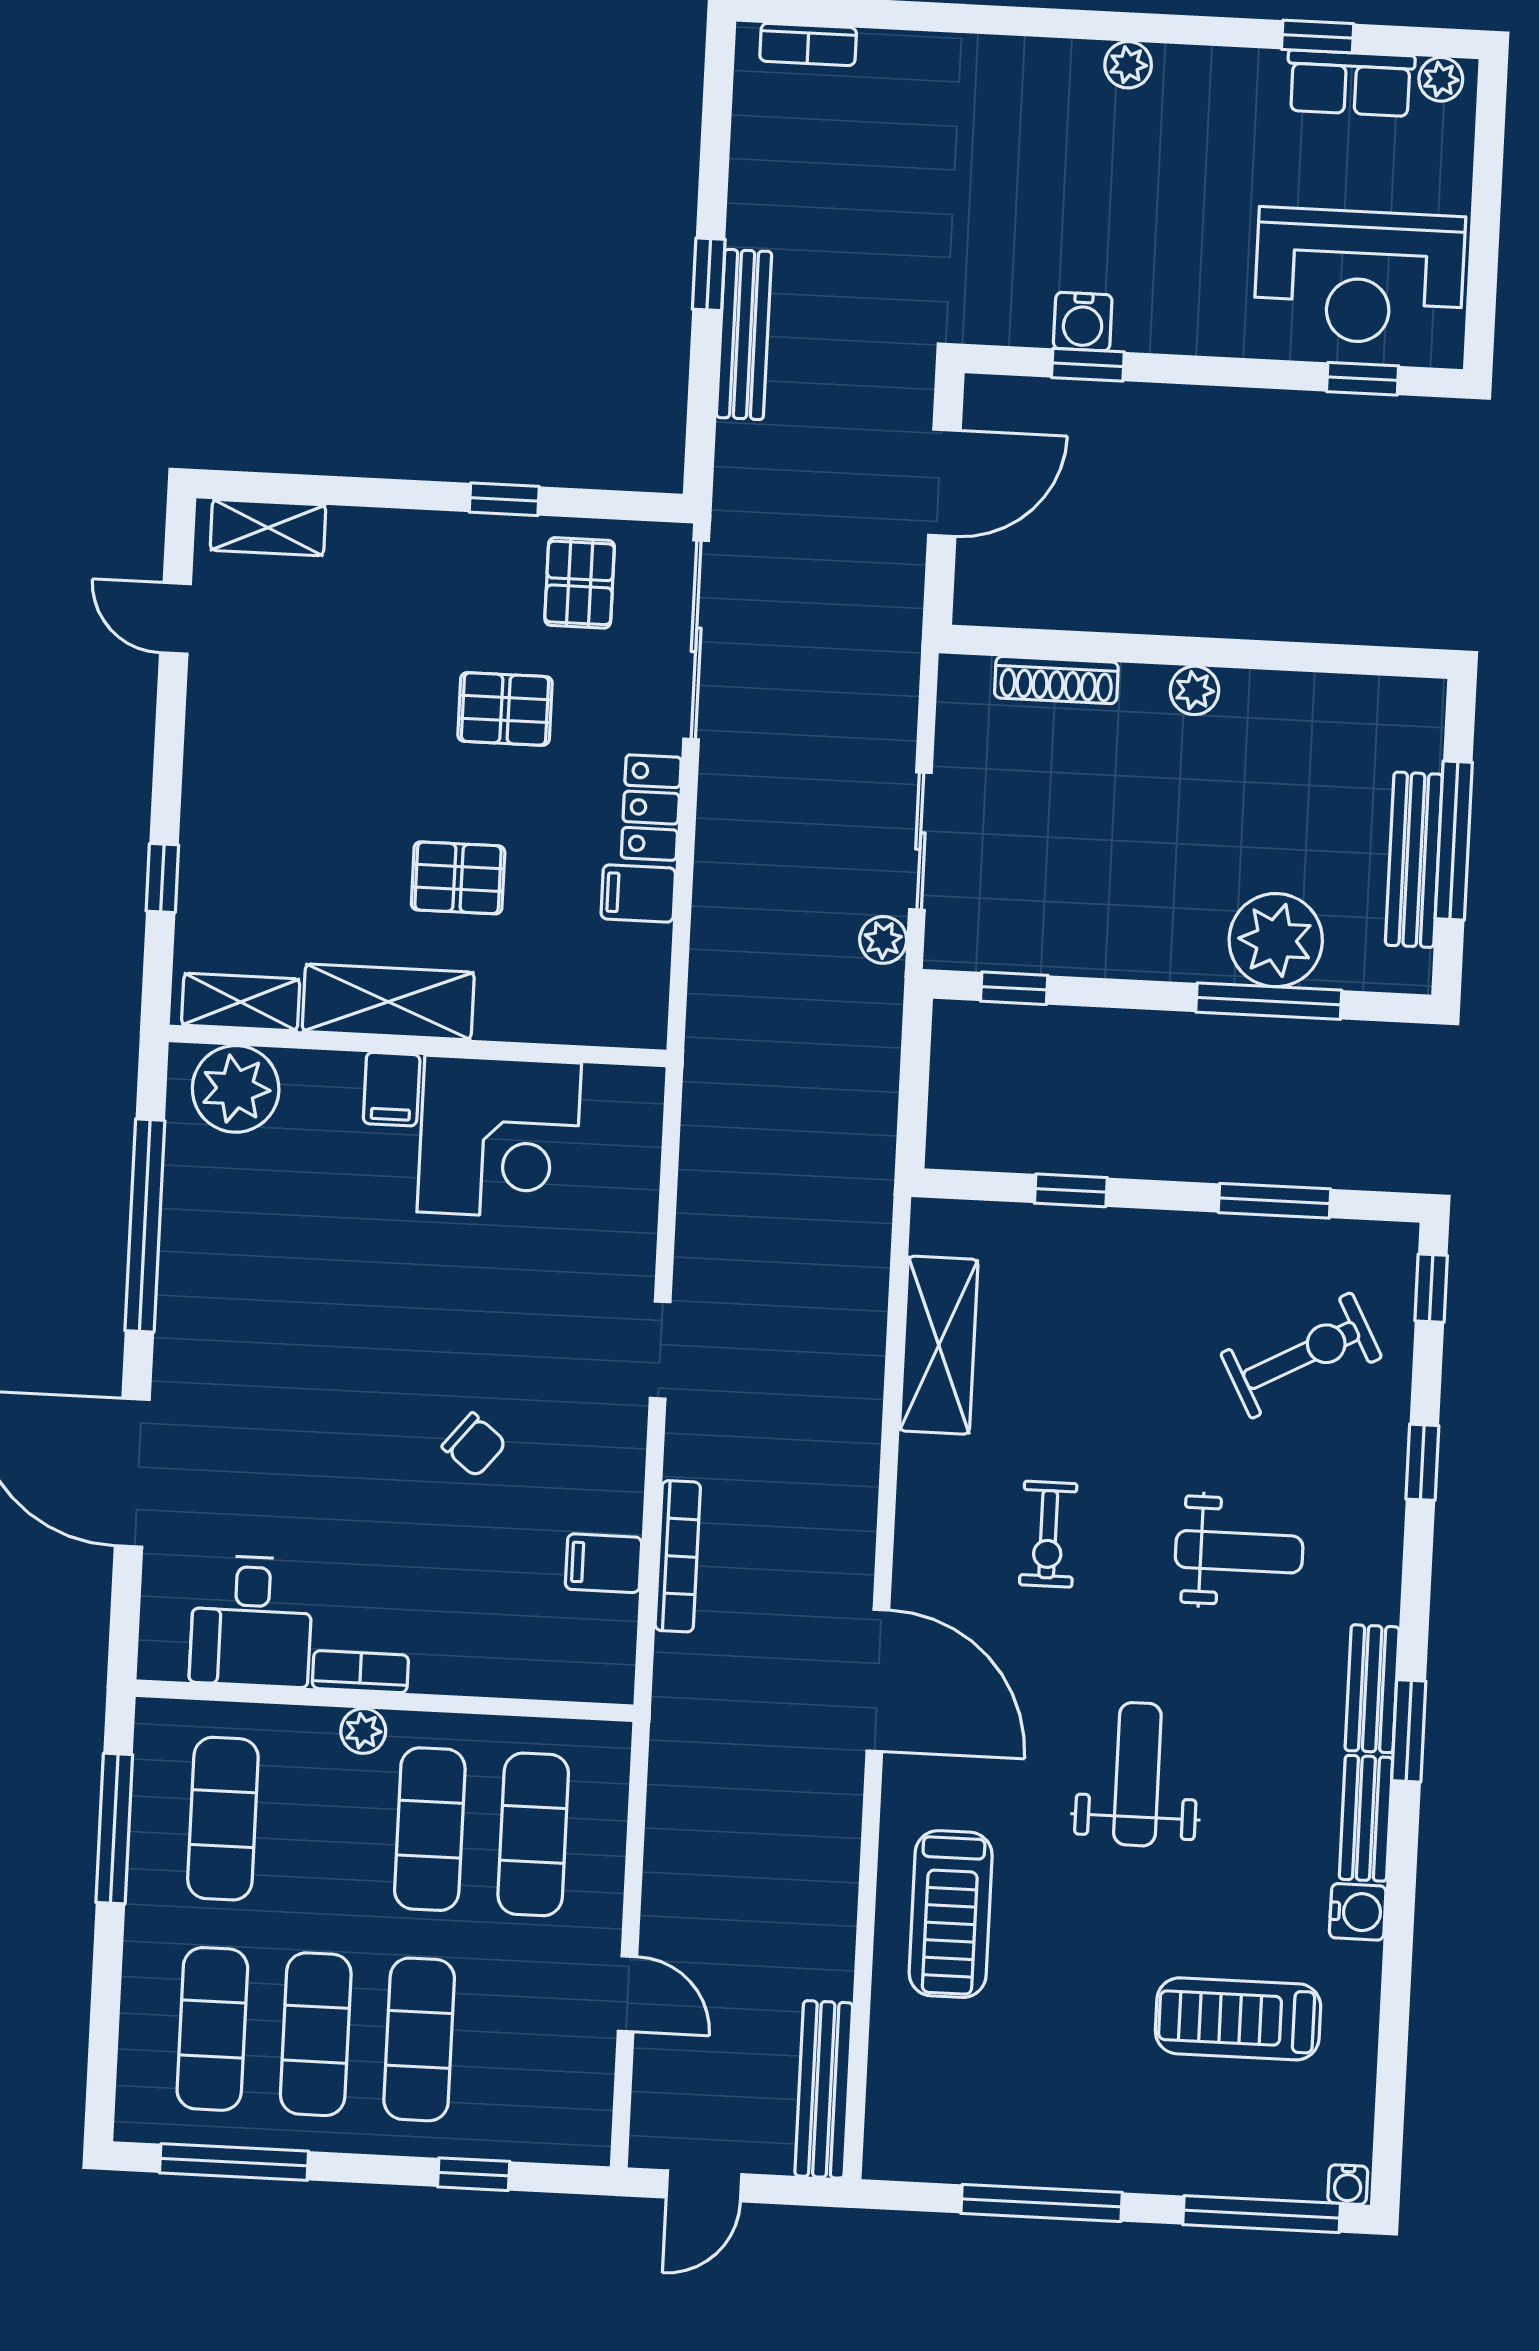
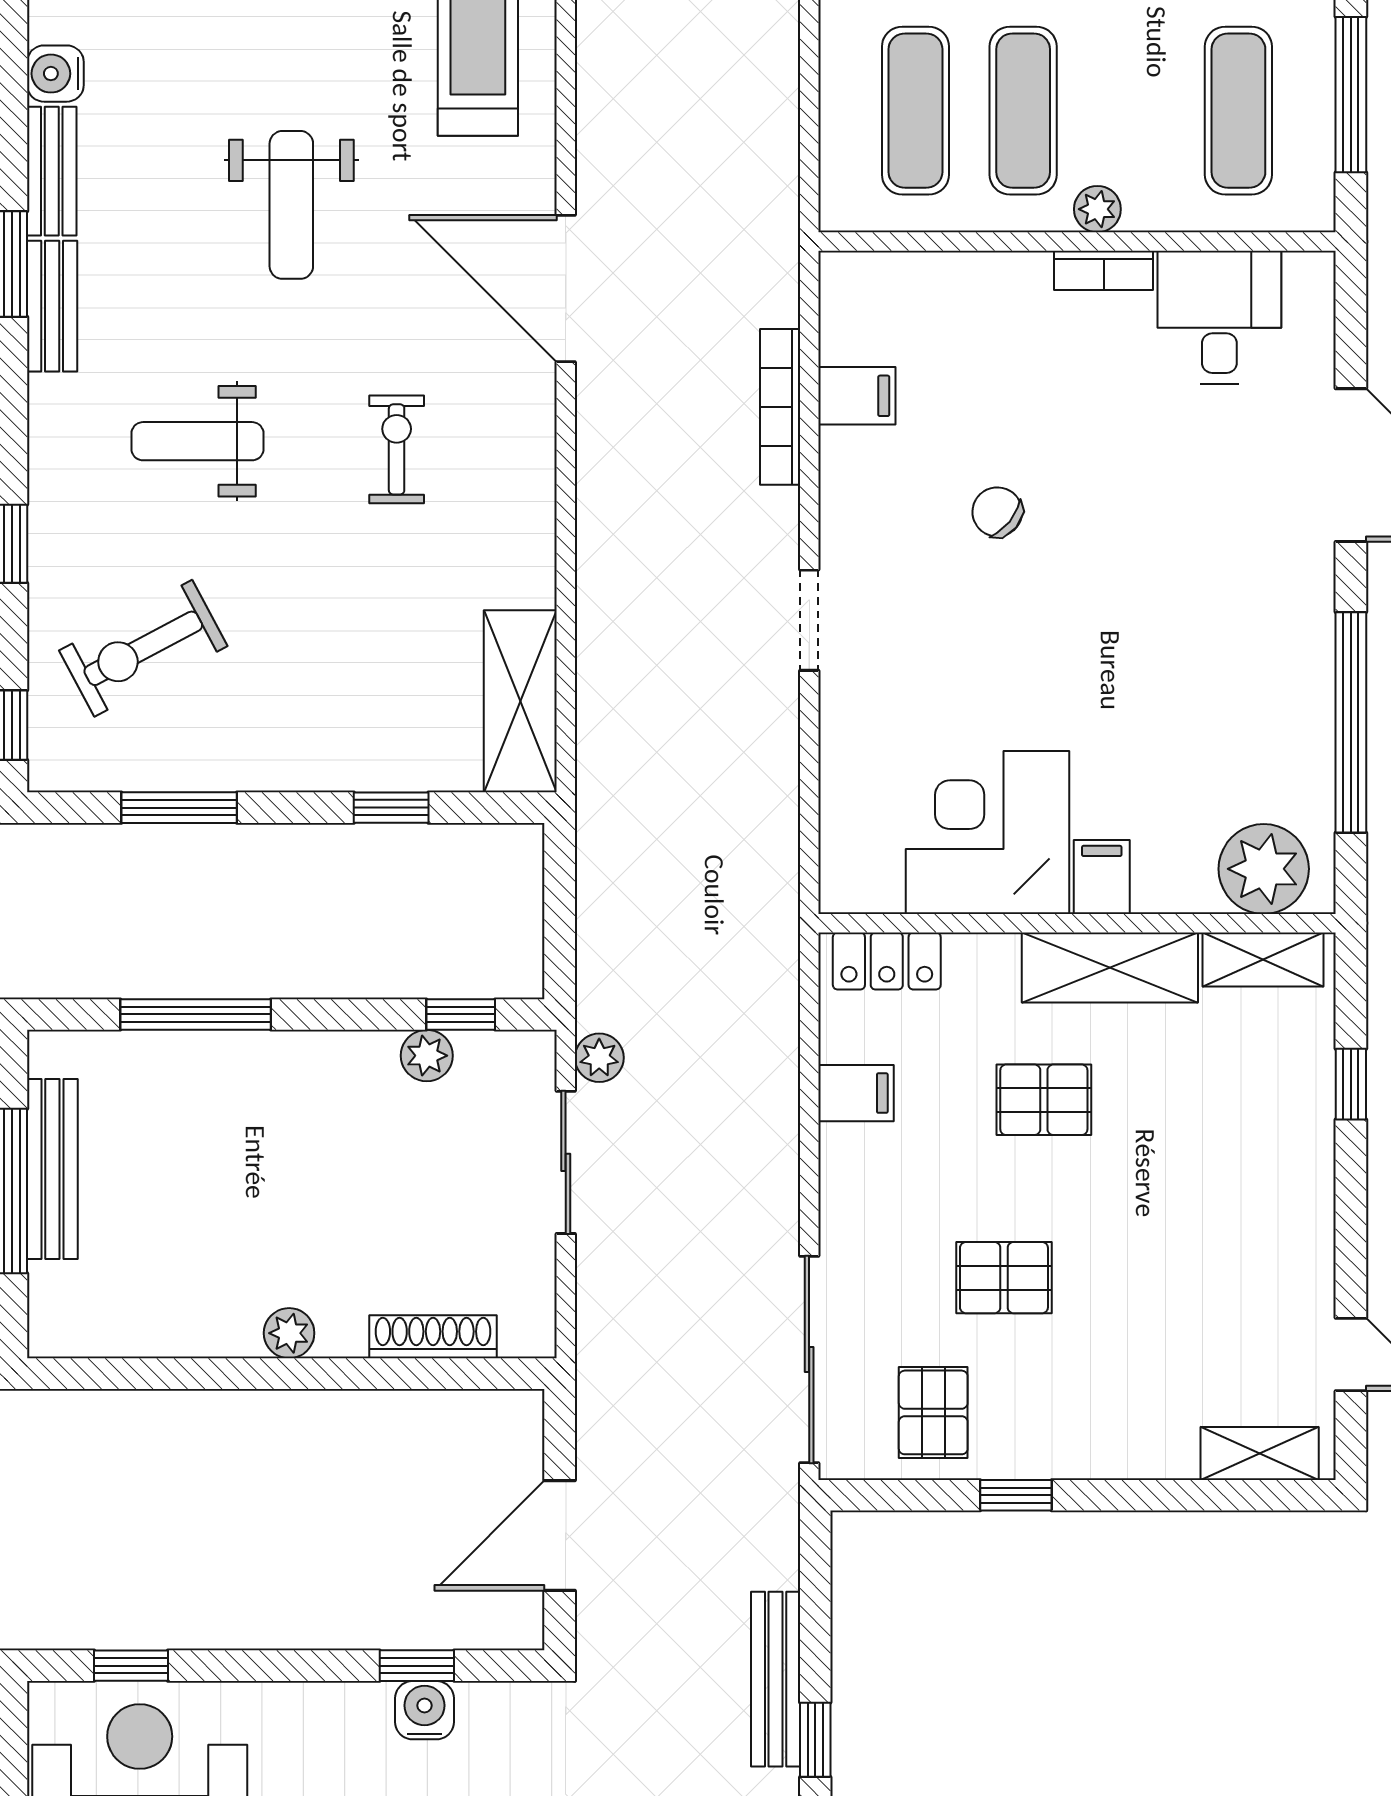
locker: (651, 808) -> (887, 961), moved, turned 90
plant: (1276, 940) -> (427, 1056), moved, width x0.53, depth x0.53
shelving: (939, 1345) -> (520, 701), moved

